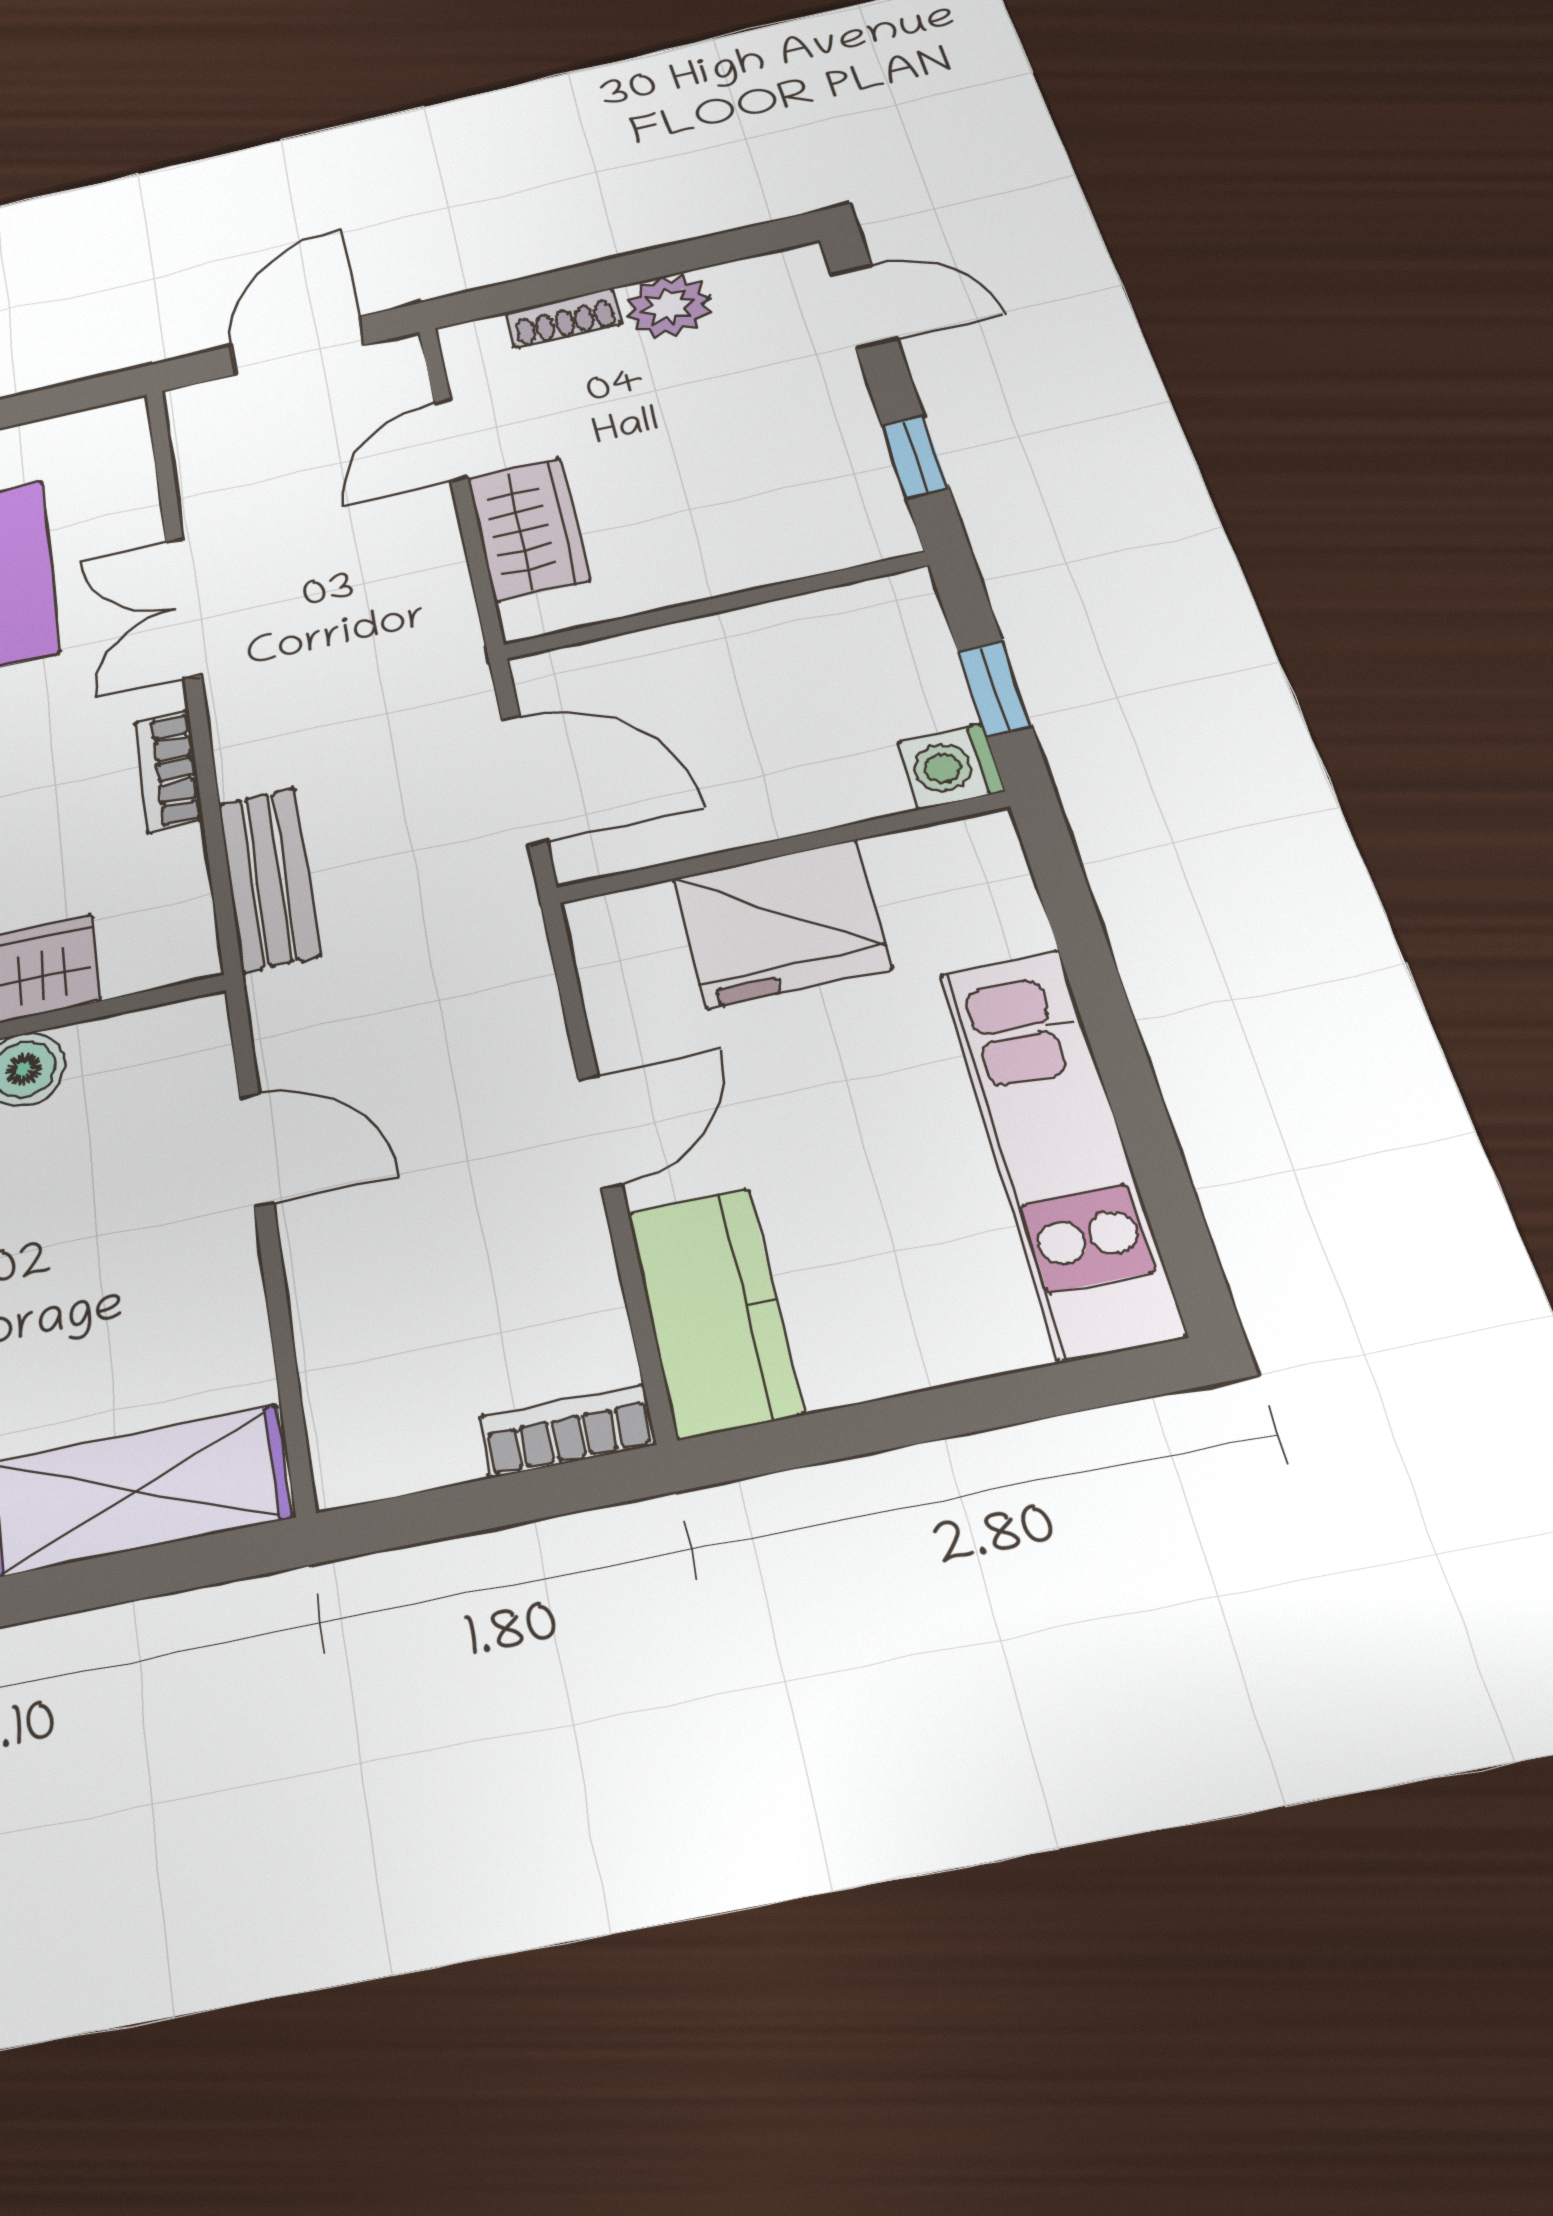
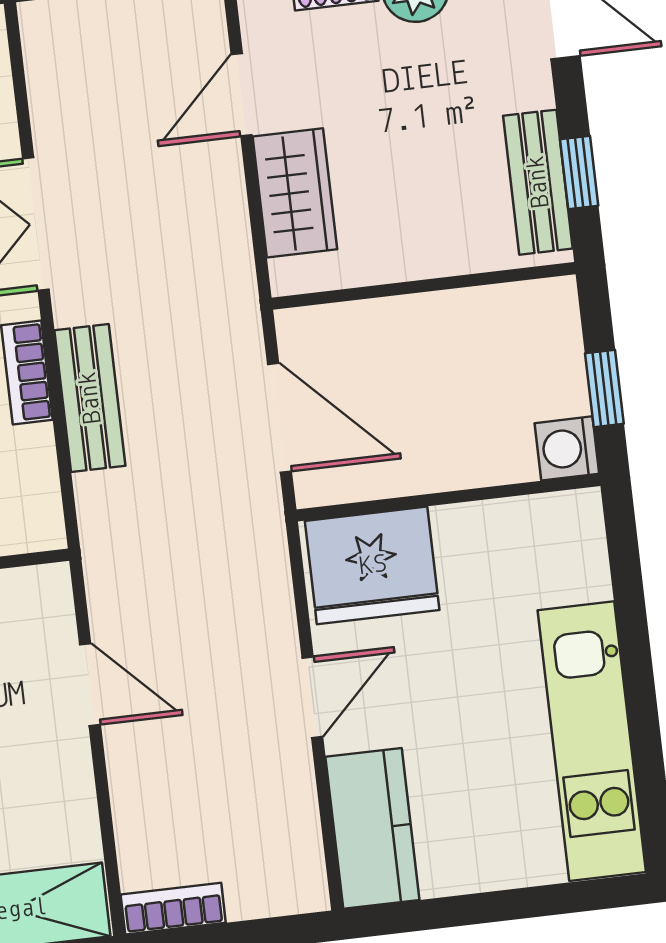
bench: (860, 474) -> (538, 182), added
bench: (269, 879) -> (90, 398), moved
fridge: (782, 923) -> (372, 565), moved
bookcase: (567, 1430) -> (173, 909), moved

